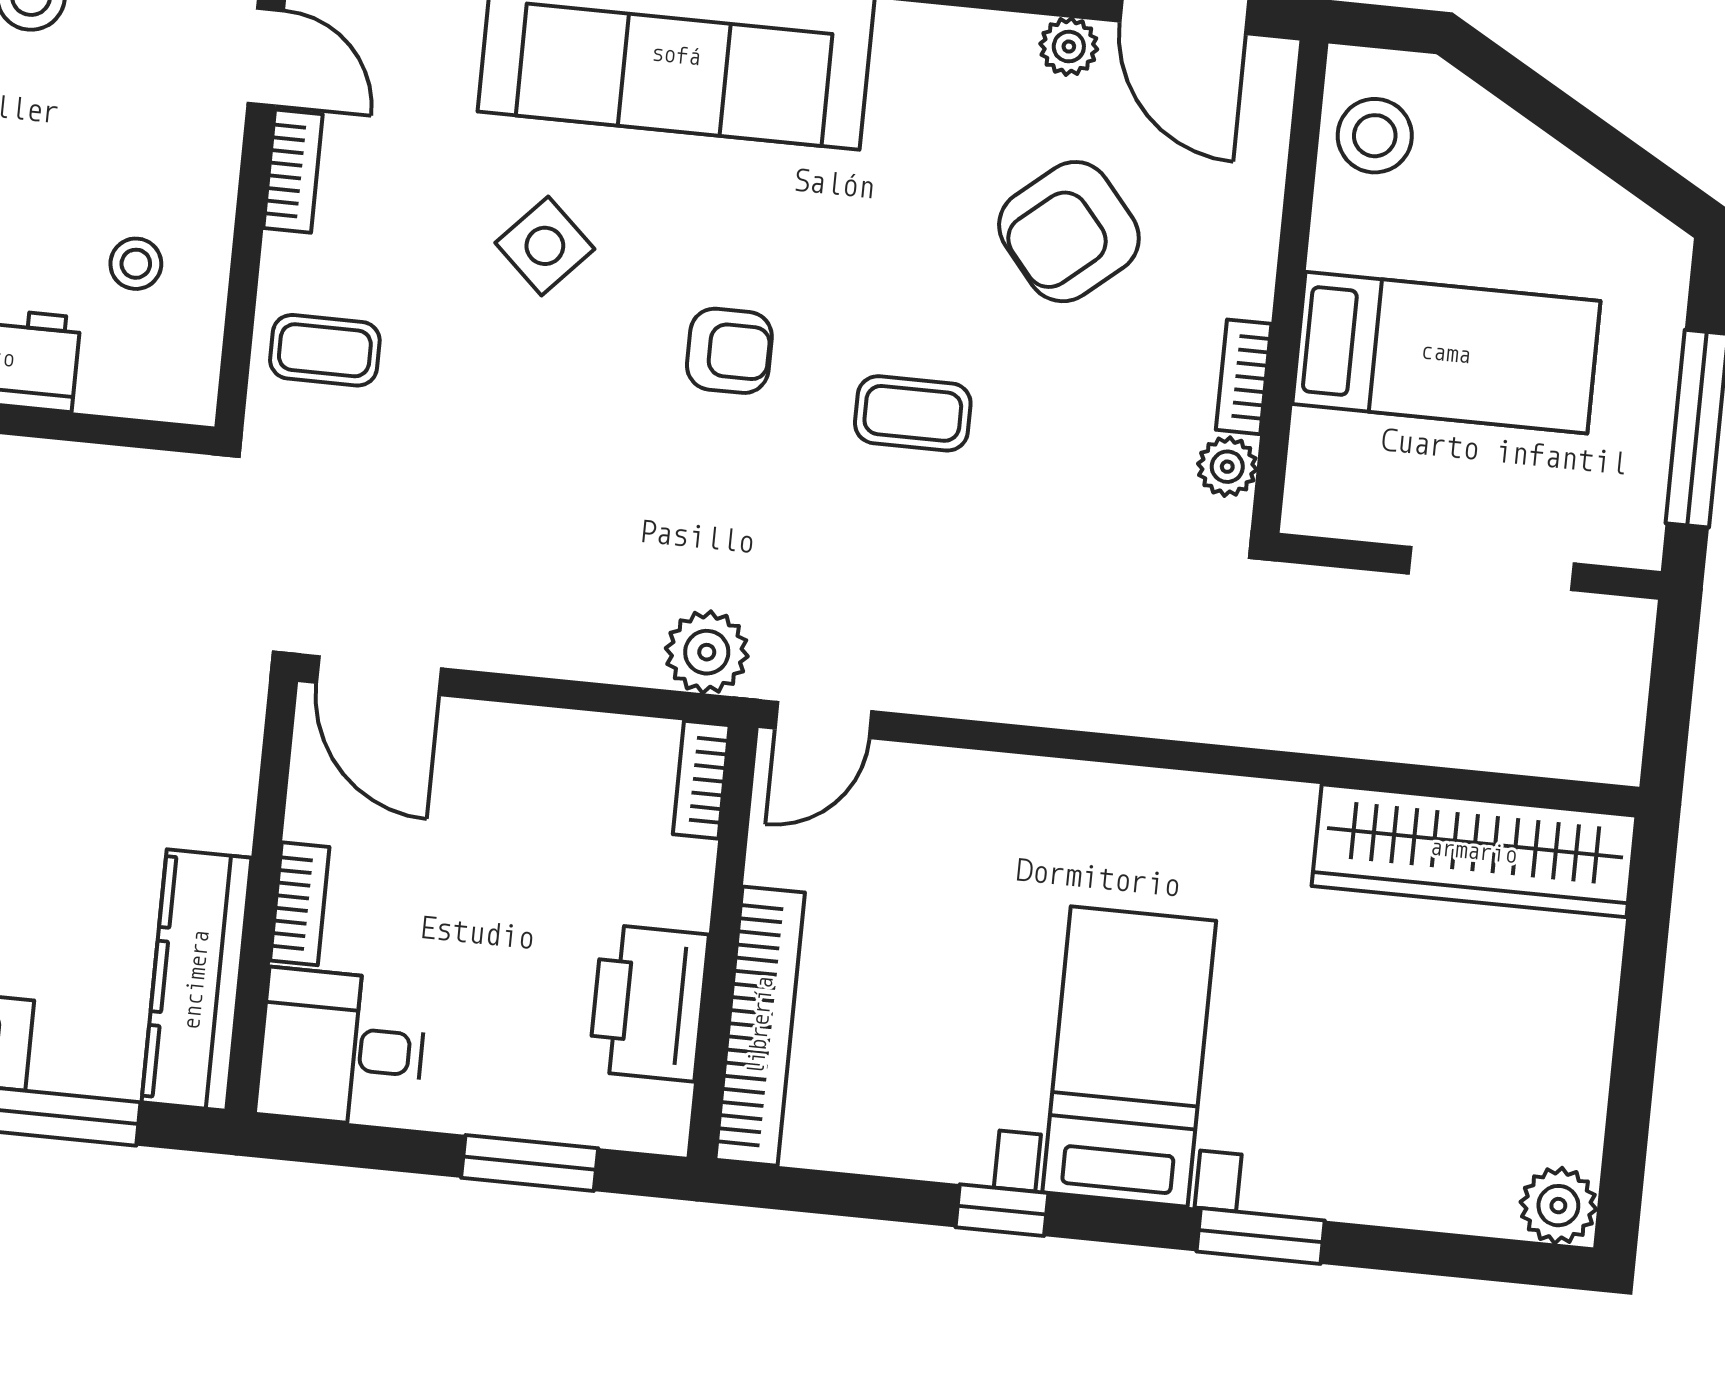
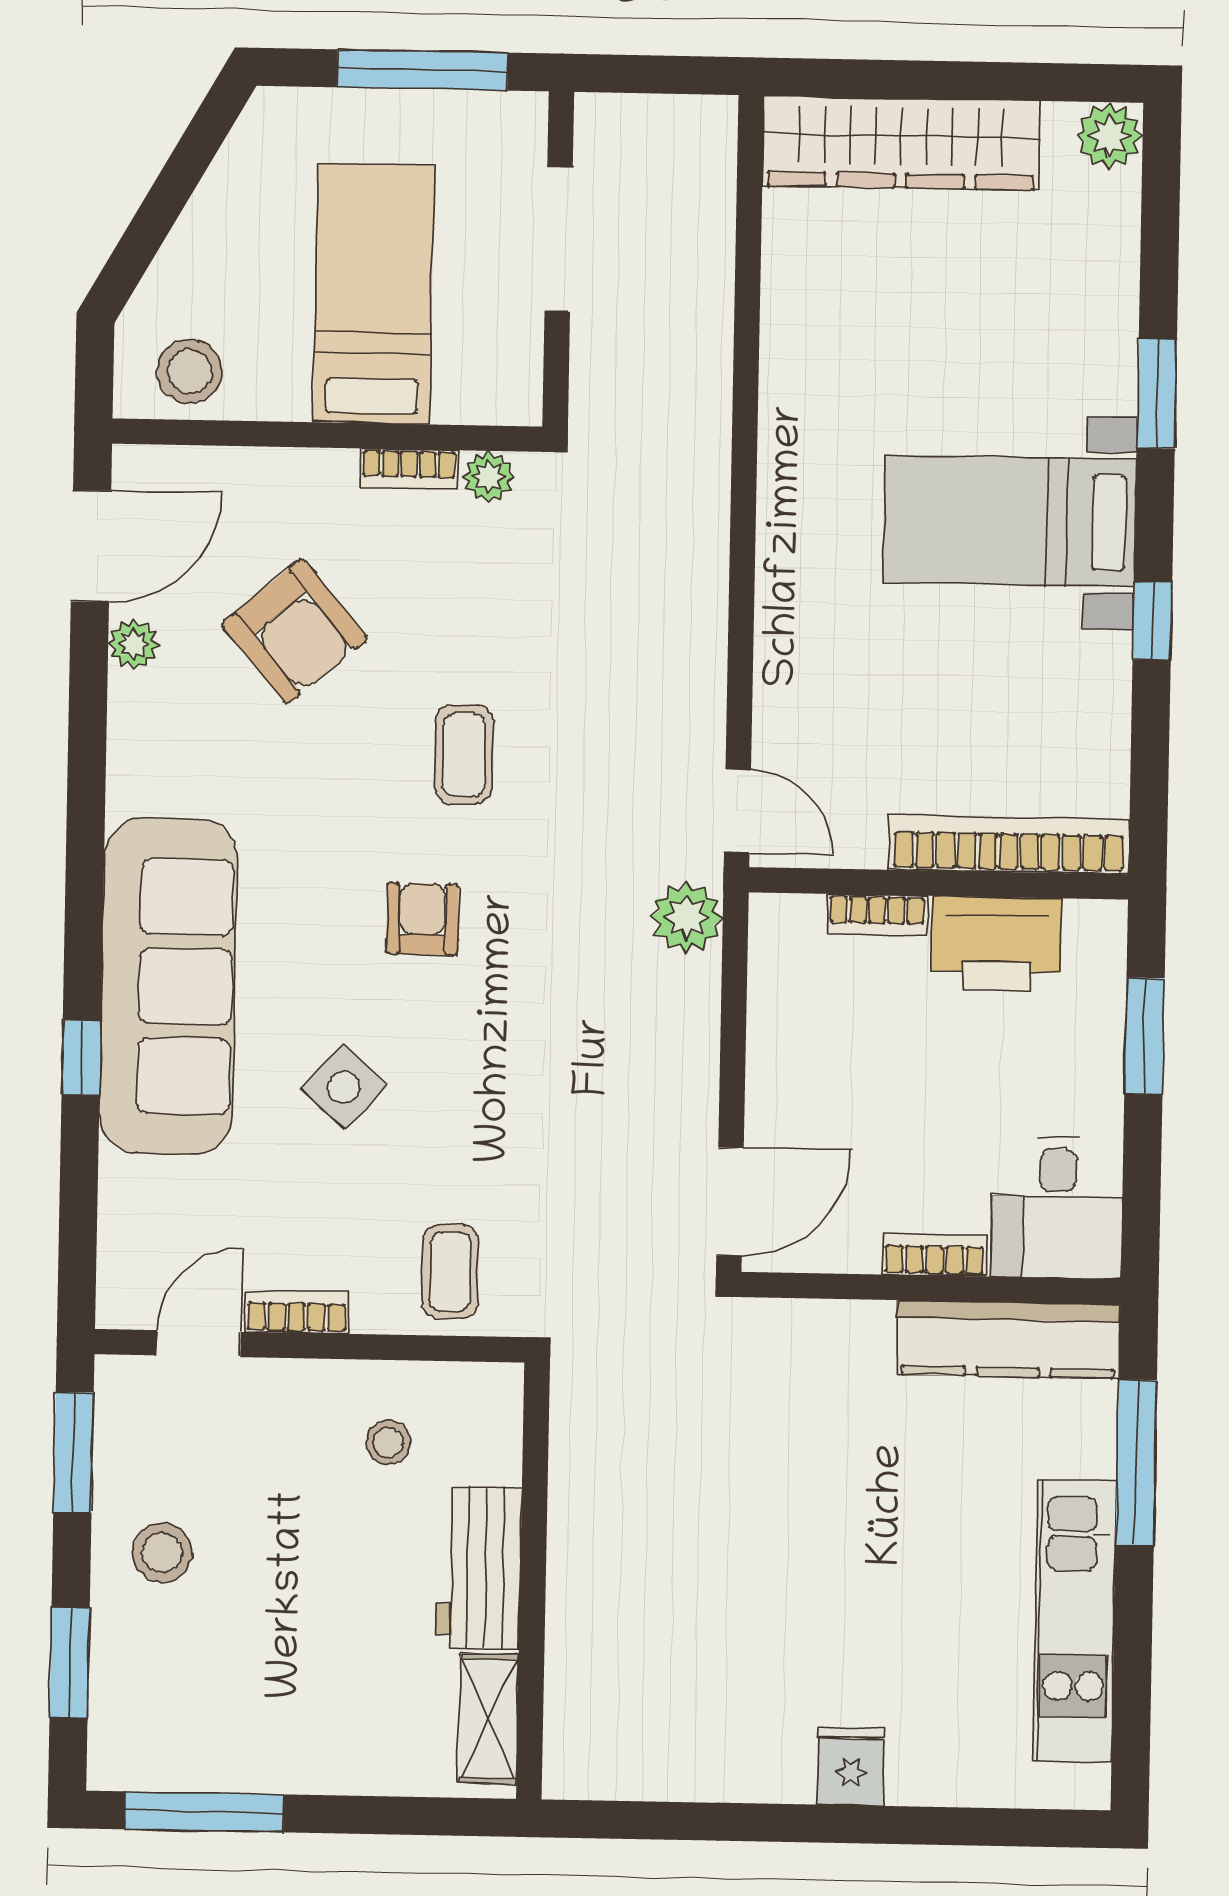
bookcase: (701, 780) -> (877, 915), moved
wardrobe: (1474, 851) -> (901, 143), moved, turned 90

